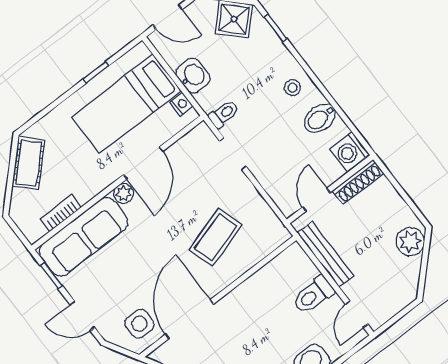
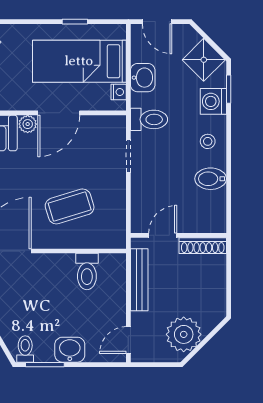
toilet: (224, 114) -> (149, 119), width x1.37, depth x1.39
washing machine: (350, 152) -> (213, 101), moved
plant: (410, 242) -> (184, 334), moved, width x1.36, depth x1.36
toilet: (313, 295) -> (87, 271), moved, turned -90

